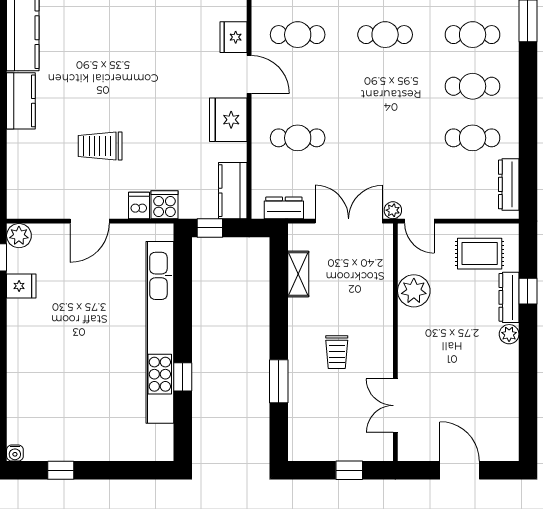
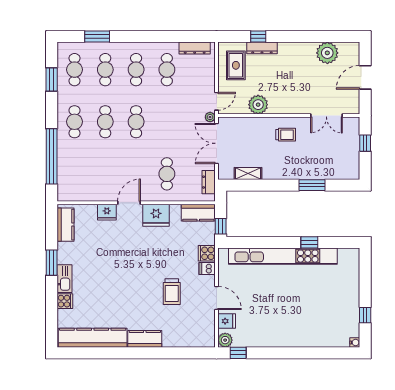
cafe table: (298, 35) -> (136, 122), moved
fridge: (21, 286) -> (227, 321), moved, turned 90
plant: (509, 334) -> (327, 53), moved, width x1.88, depth x1.88
trolley: (337, 352) -> (286, 135), moved

